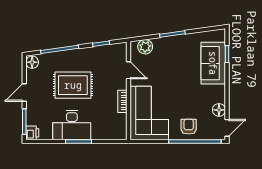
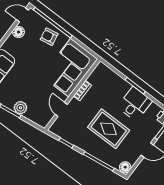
plant: (145, 47) -> (20, 108), moved
desk: (72, 125) -> (135, 104), width x0.73
armchair: (189, 127) -> (49, 37), turned 80

